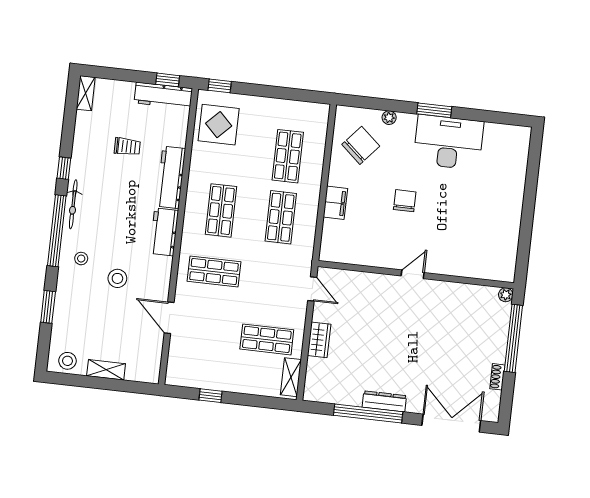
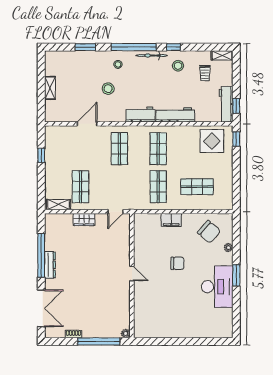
trolley: (127, 147) -> (205, 73), moved
shop shelf: (221, 210) -> (158, 149), turned 90
shop shelf: (281, 217) -> (158, 187), turned 90
stool: (67, 361) -> (178, 66), moved

